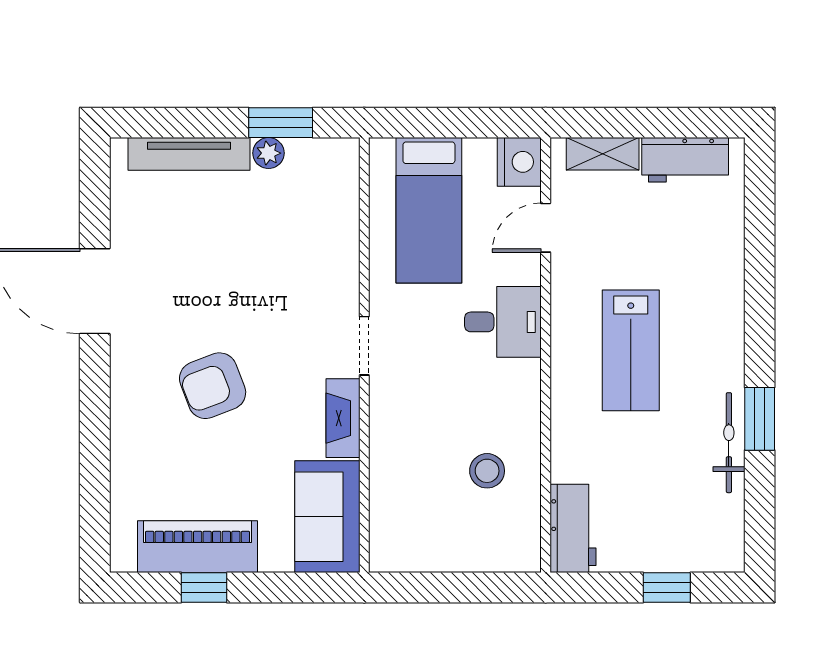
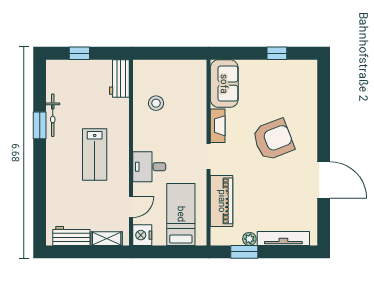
lab bench: (631, 350) -> (95, 155), turned 180
armchair: (213, 386) -> (273, 140), width x1.36, depth x1.36
piano: (198, 547) -> (222, 201), moved, turned -90

